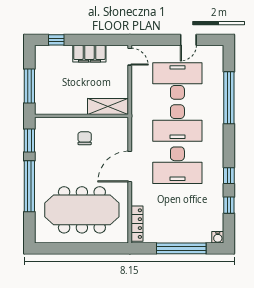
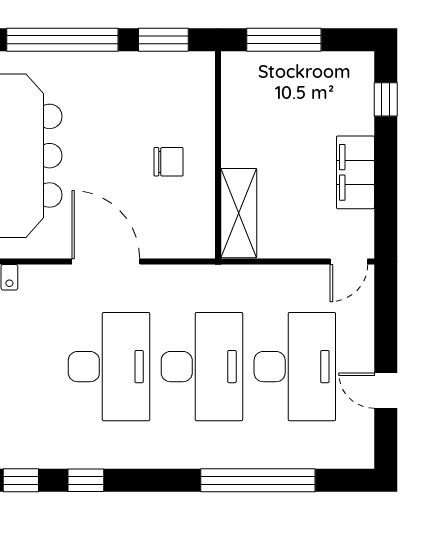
desk: (177, 123) -> (202, 367), turned 180
desk: (177, 165) -> (109, 367), turned 180

